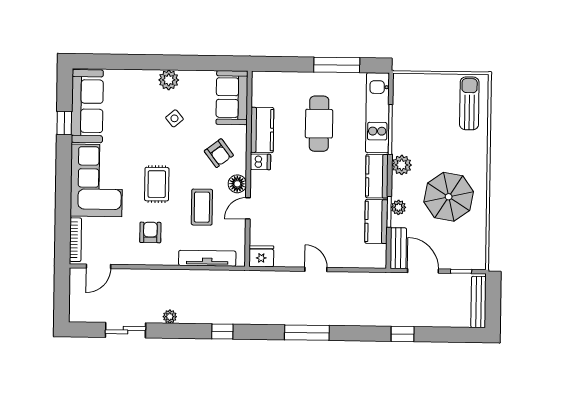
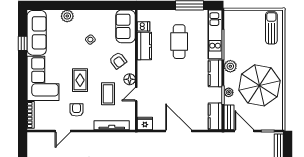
plant: (169, 80) -> (67, 16), moved
dishwasher: (260, 162) -> (144, 26), moved
parasol: (449, 197) -> (259, 85), width x1.36, depth x1.36
kitchen counter: (376, 222) -> (215, 116), moved
door: (98, 266) -> (63, 131), moved
door: (316, 269) -> (179, 131), width x1.88

